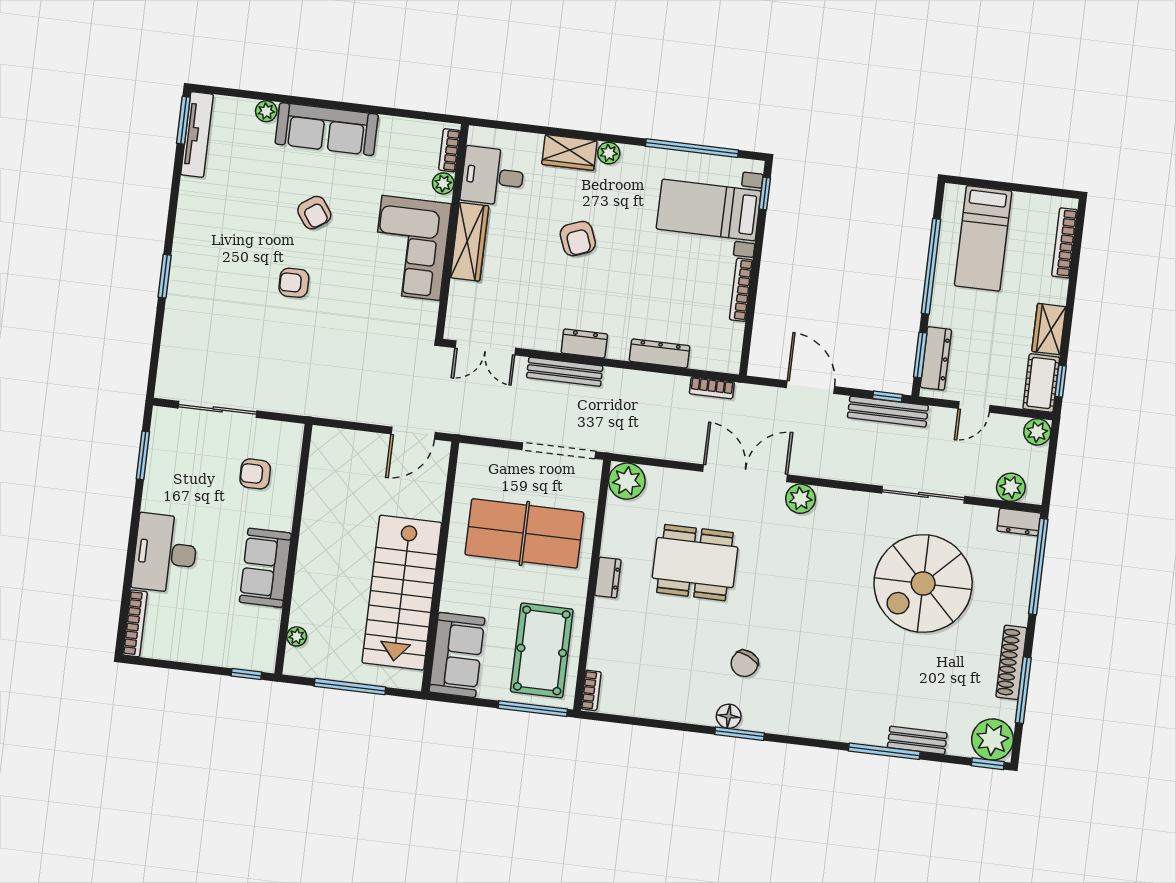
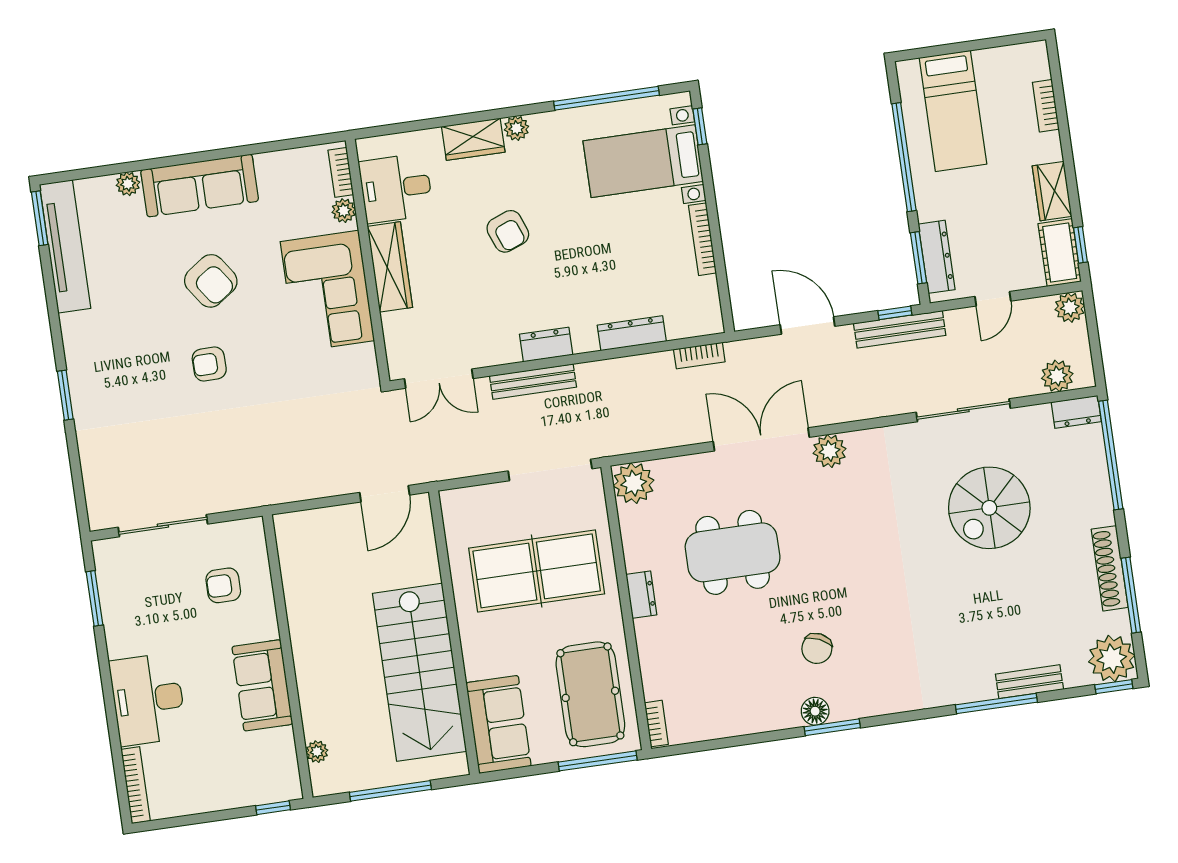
tv unit: (197, 135) -> (65, 246), width x1.36, depth x1.29
armchair: (314, 213) -> (211, 281), width x1.38, depth x1.38
bookcase: (1065, 243) -> (1046, 106), width x0.64
spiral stairs: (923, 583) -> (989, 508), width x0.73, depth x0.73

